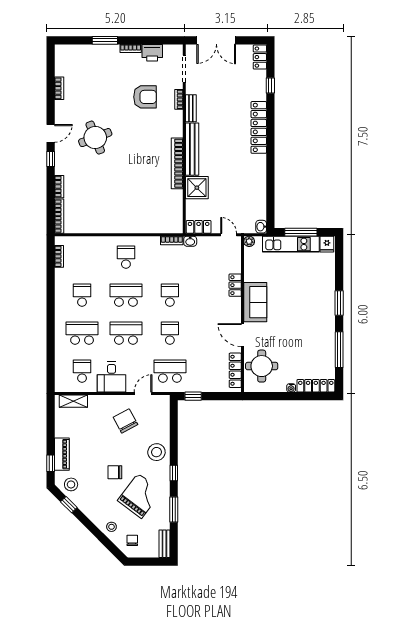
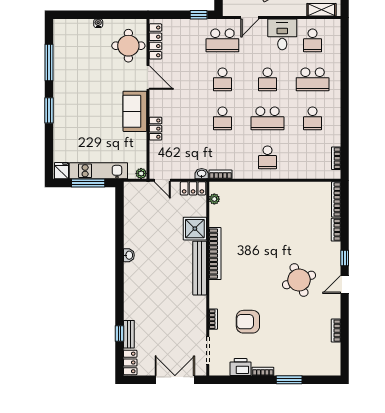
bench: (191, 108) -> (129, 334), moved
locker: (259, 127) -> (131, 290), removed
plant: (178, 216) -> (214, 199), added
washbasin: (261, 227) -> (129, 255), moved
school desk: (126, 333) -> (267, 79), width x0.54
locker: (316, 386) -> (73, 25), removed

